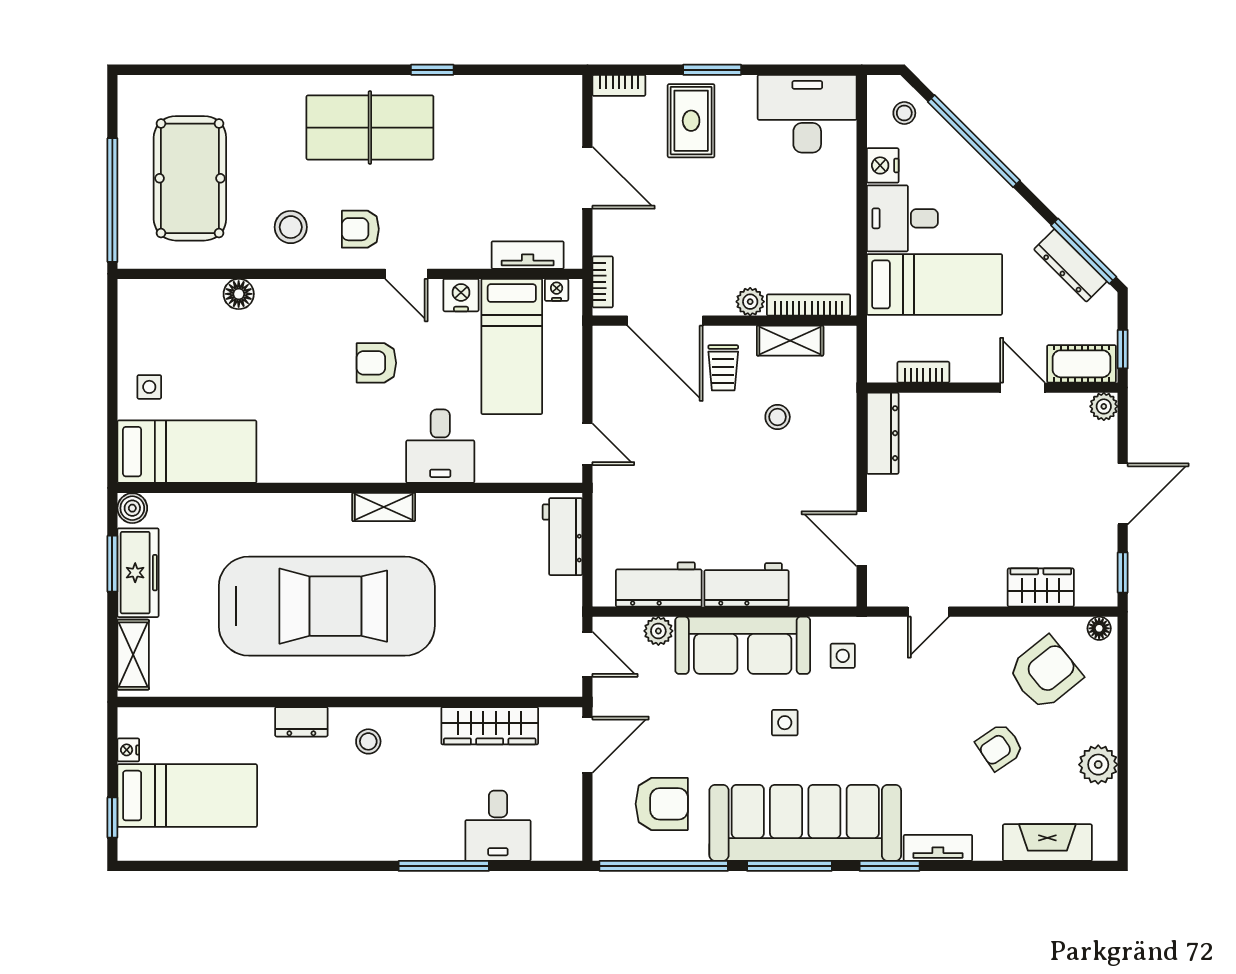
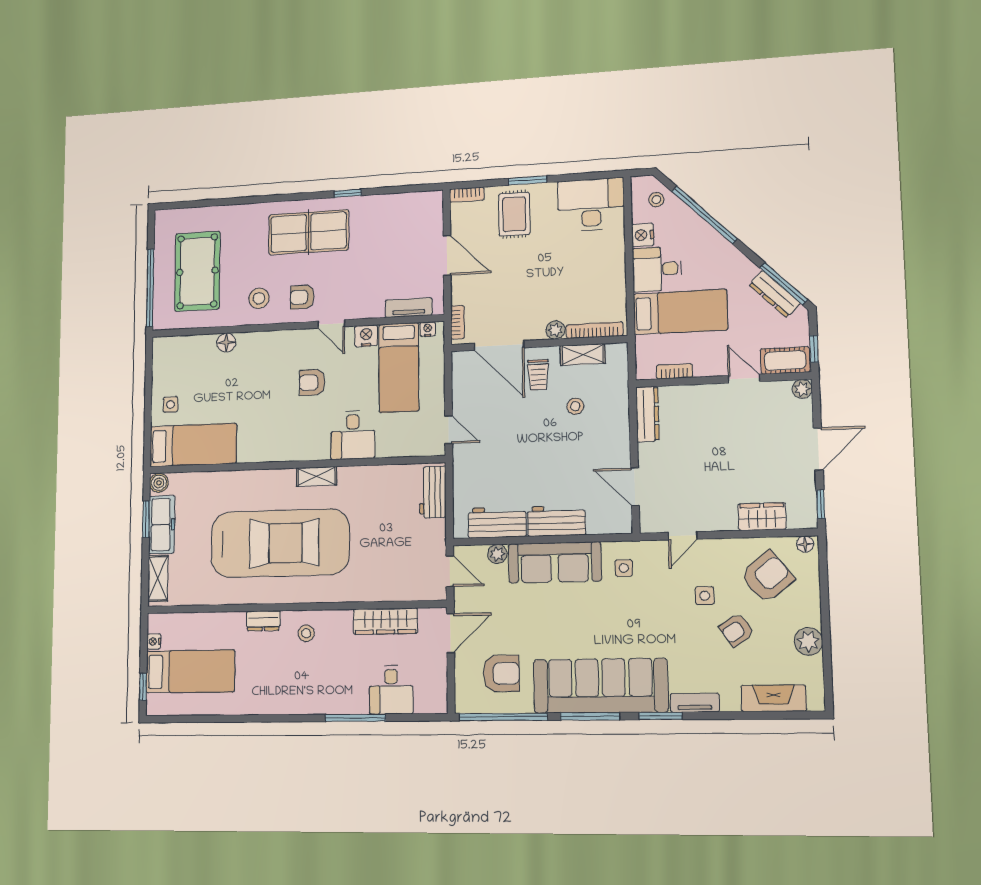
side table: (785, 723) -> (705, 596), moved

